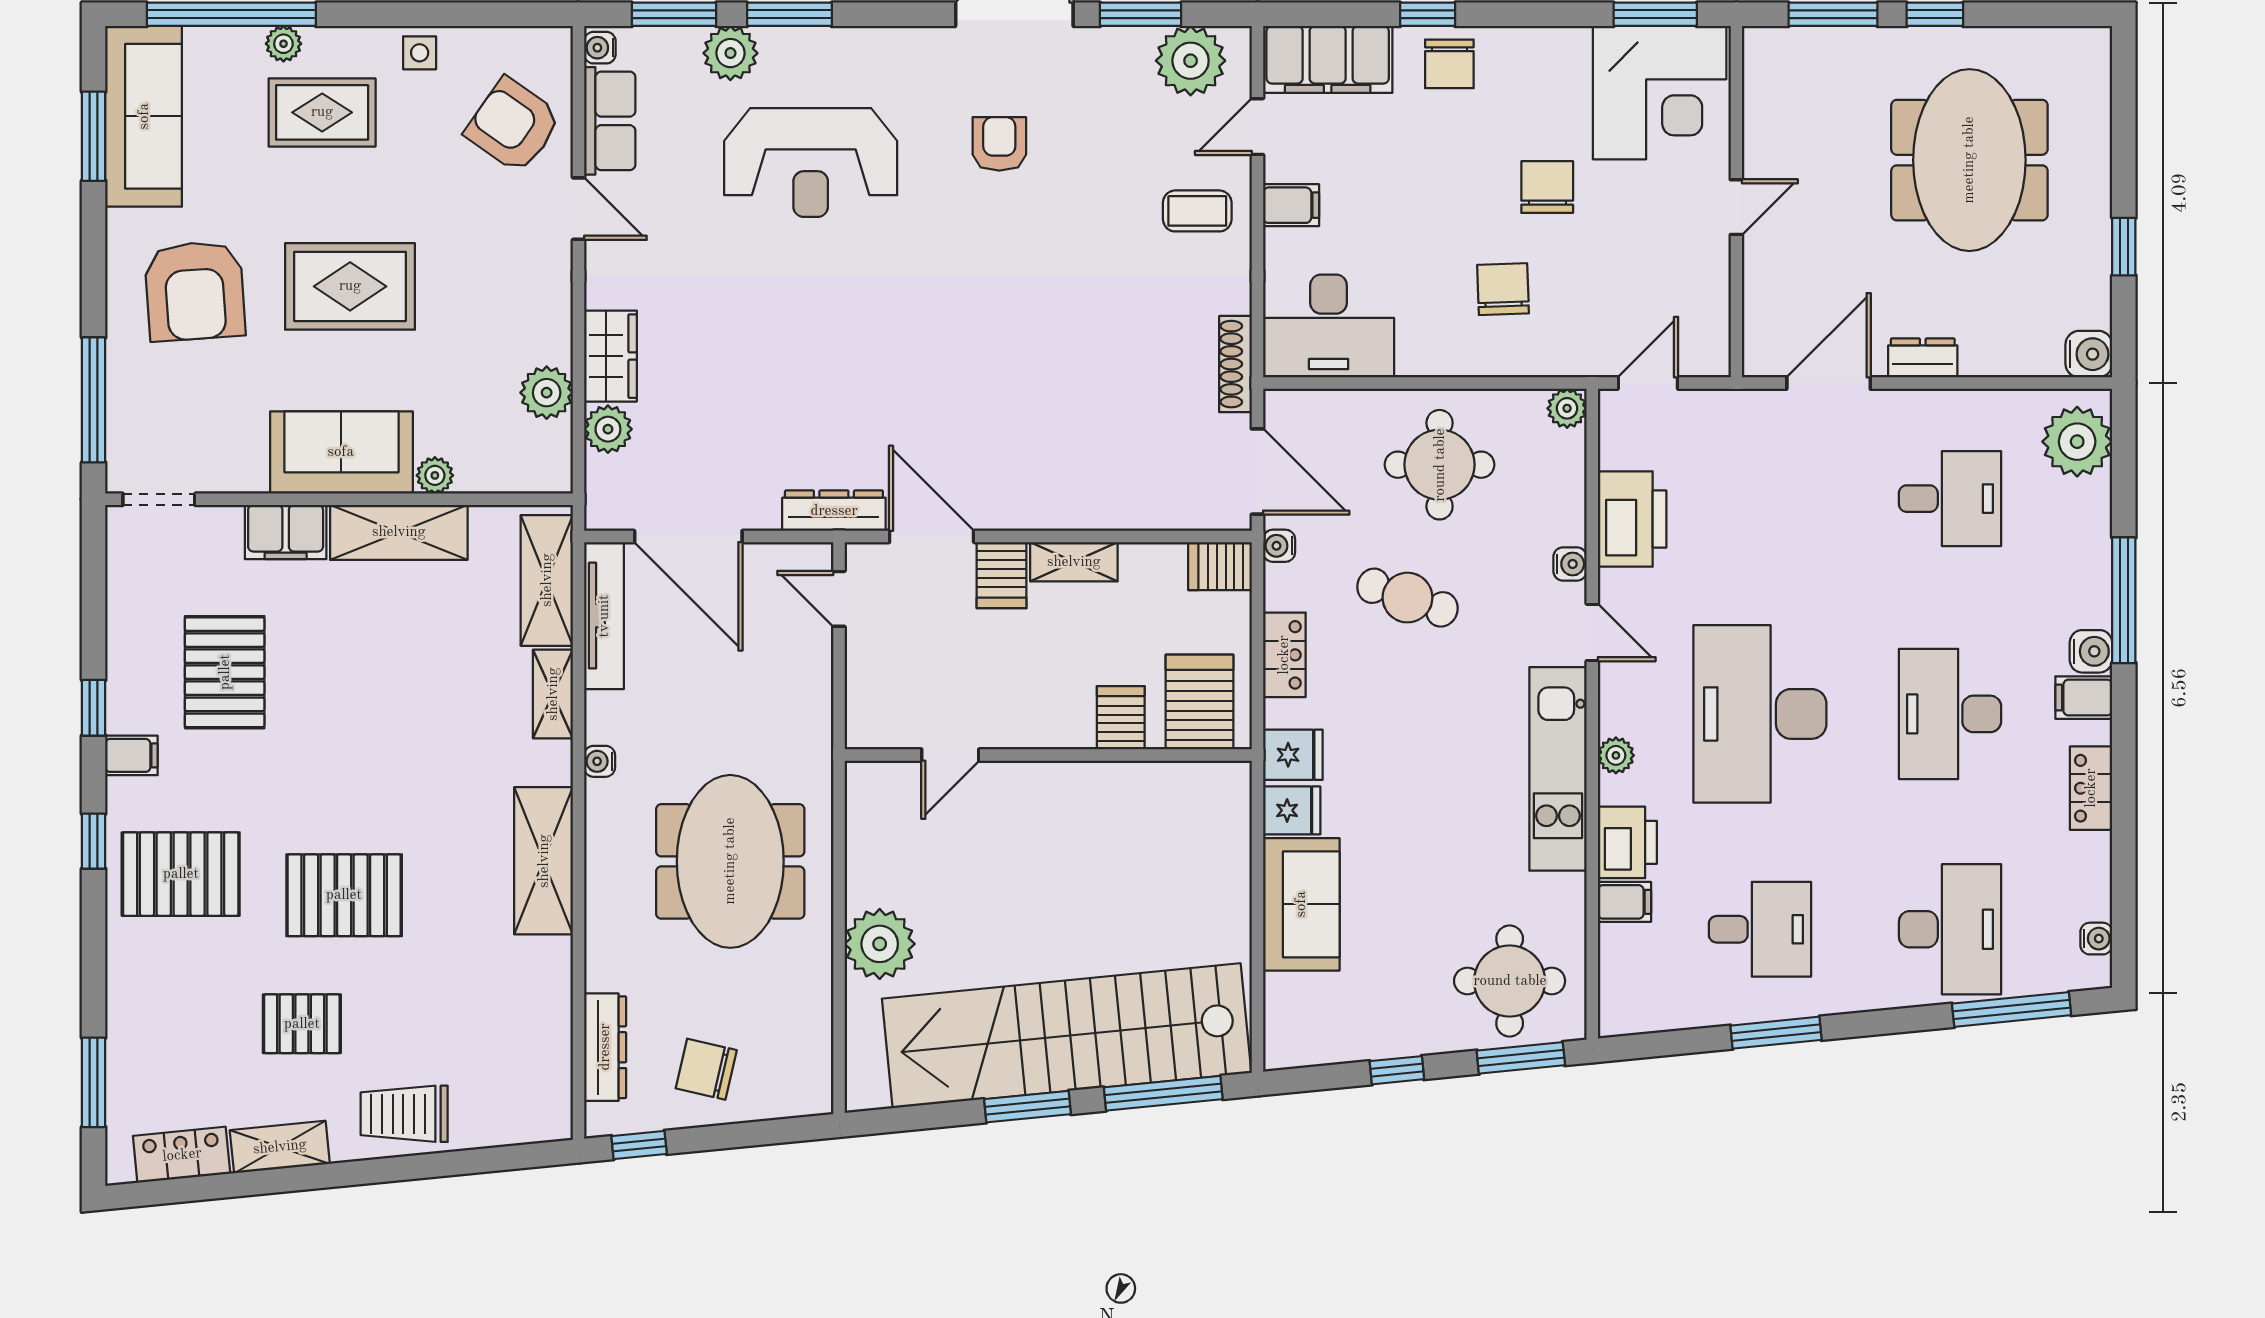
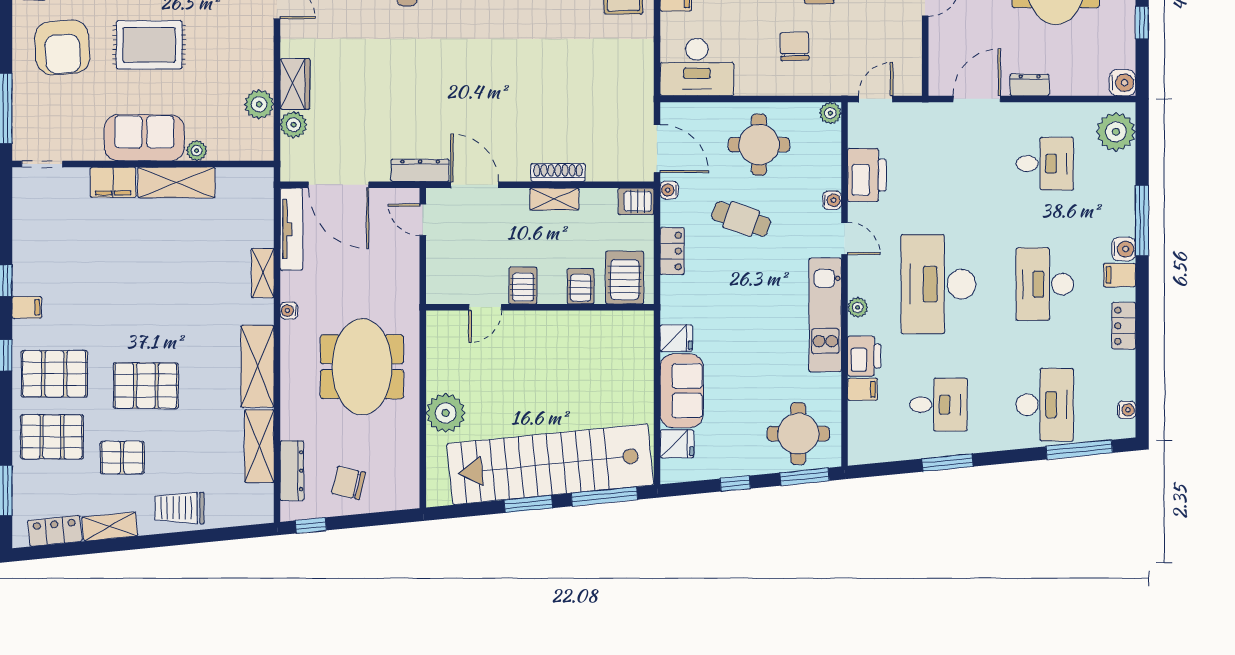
shoe rack: (1235, 364) -> (558, 173), moved, turned 90
server rack: (1002, 575) -> (523, 286), moved, turned 180
shelving: (547, 580) -> (259, 446), moved
pallet: (225, 672) -> (52, 437), moved, turned 90
fridge: (1293, 755) -> (677, 444), moved

